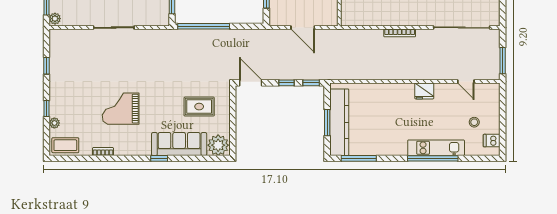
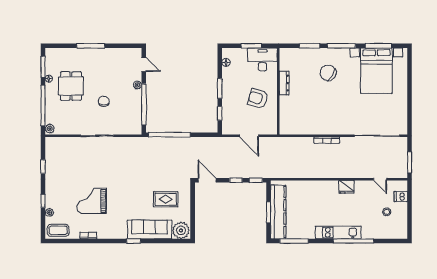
grand piano: (121, 109) -> (92, 201), moved
dishwasher: (492, 141) -> (401, 196), moved
kitchen unit: (436, 148) -> (338, 232), moved

